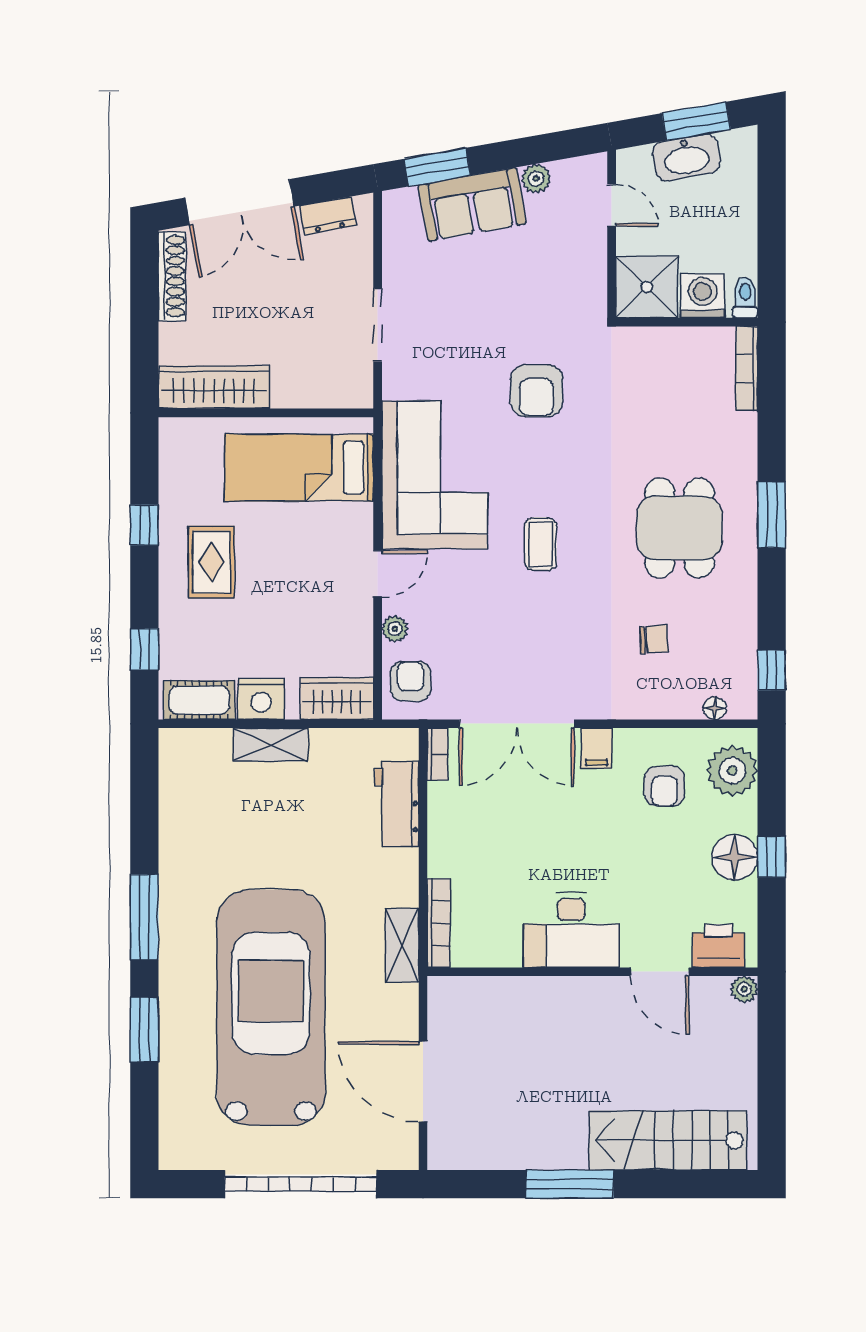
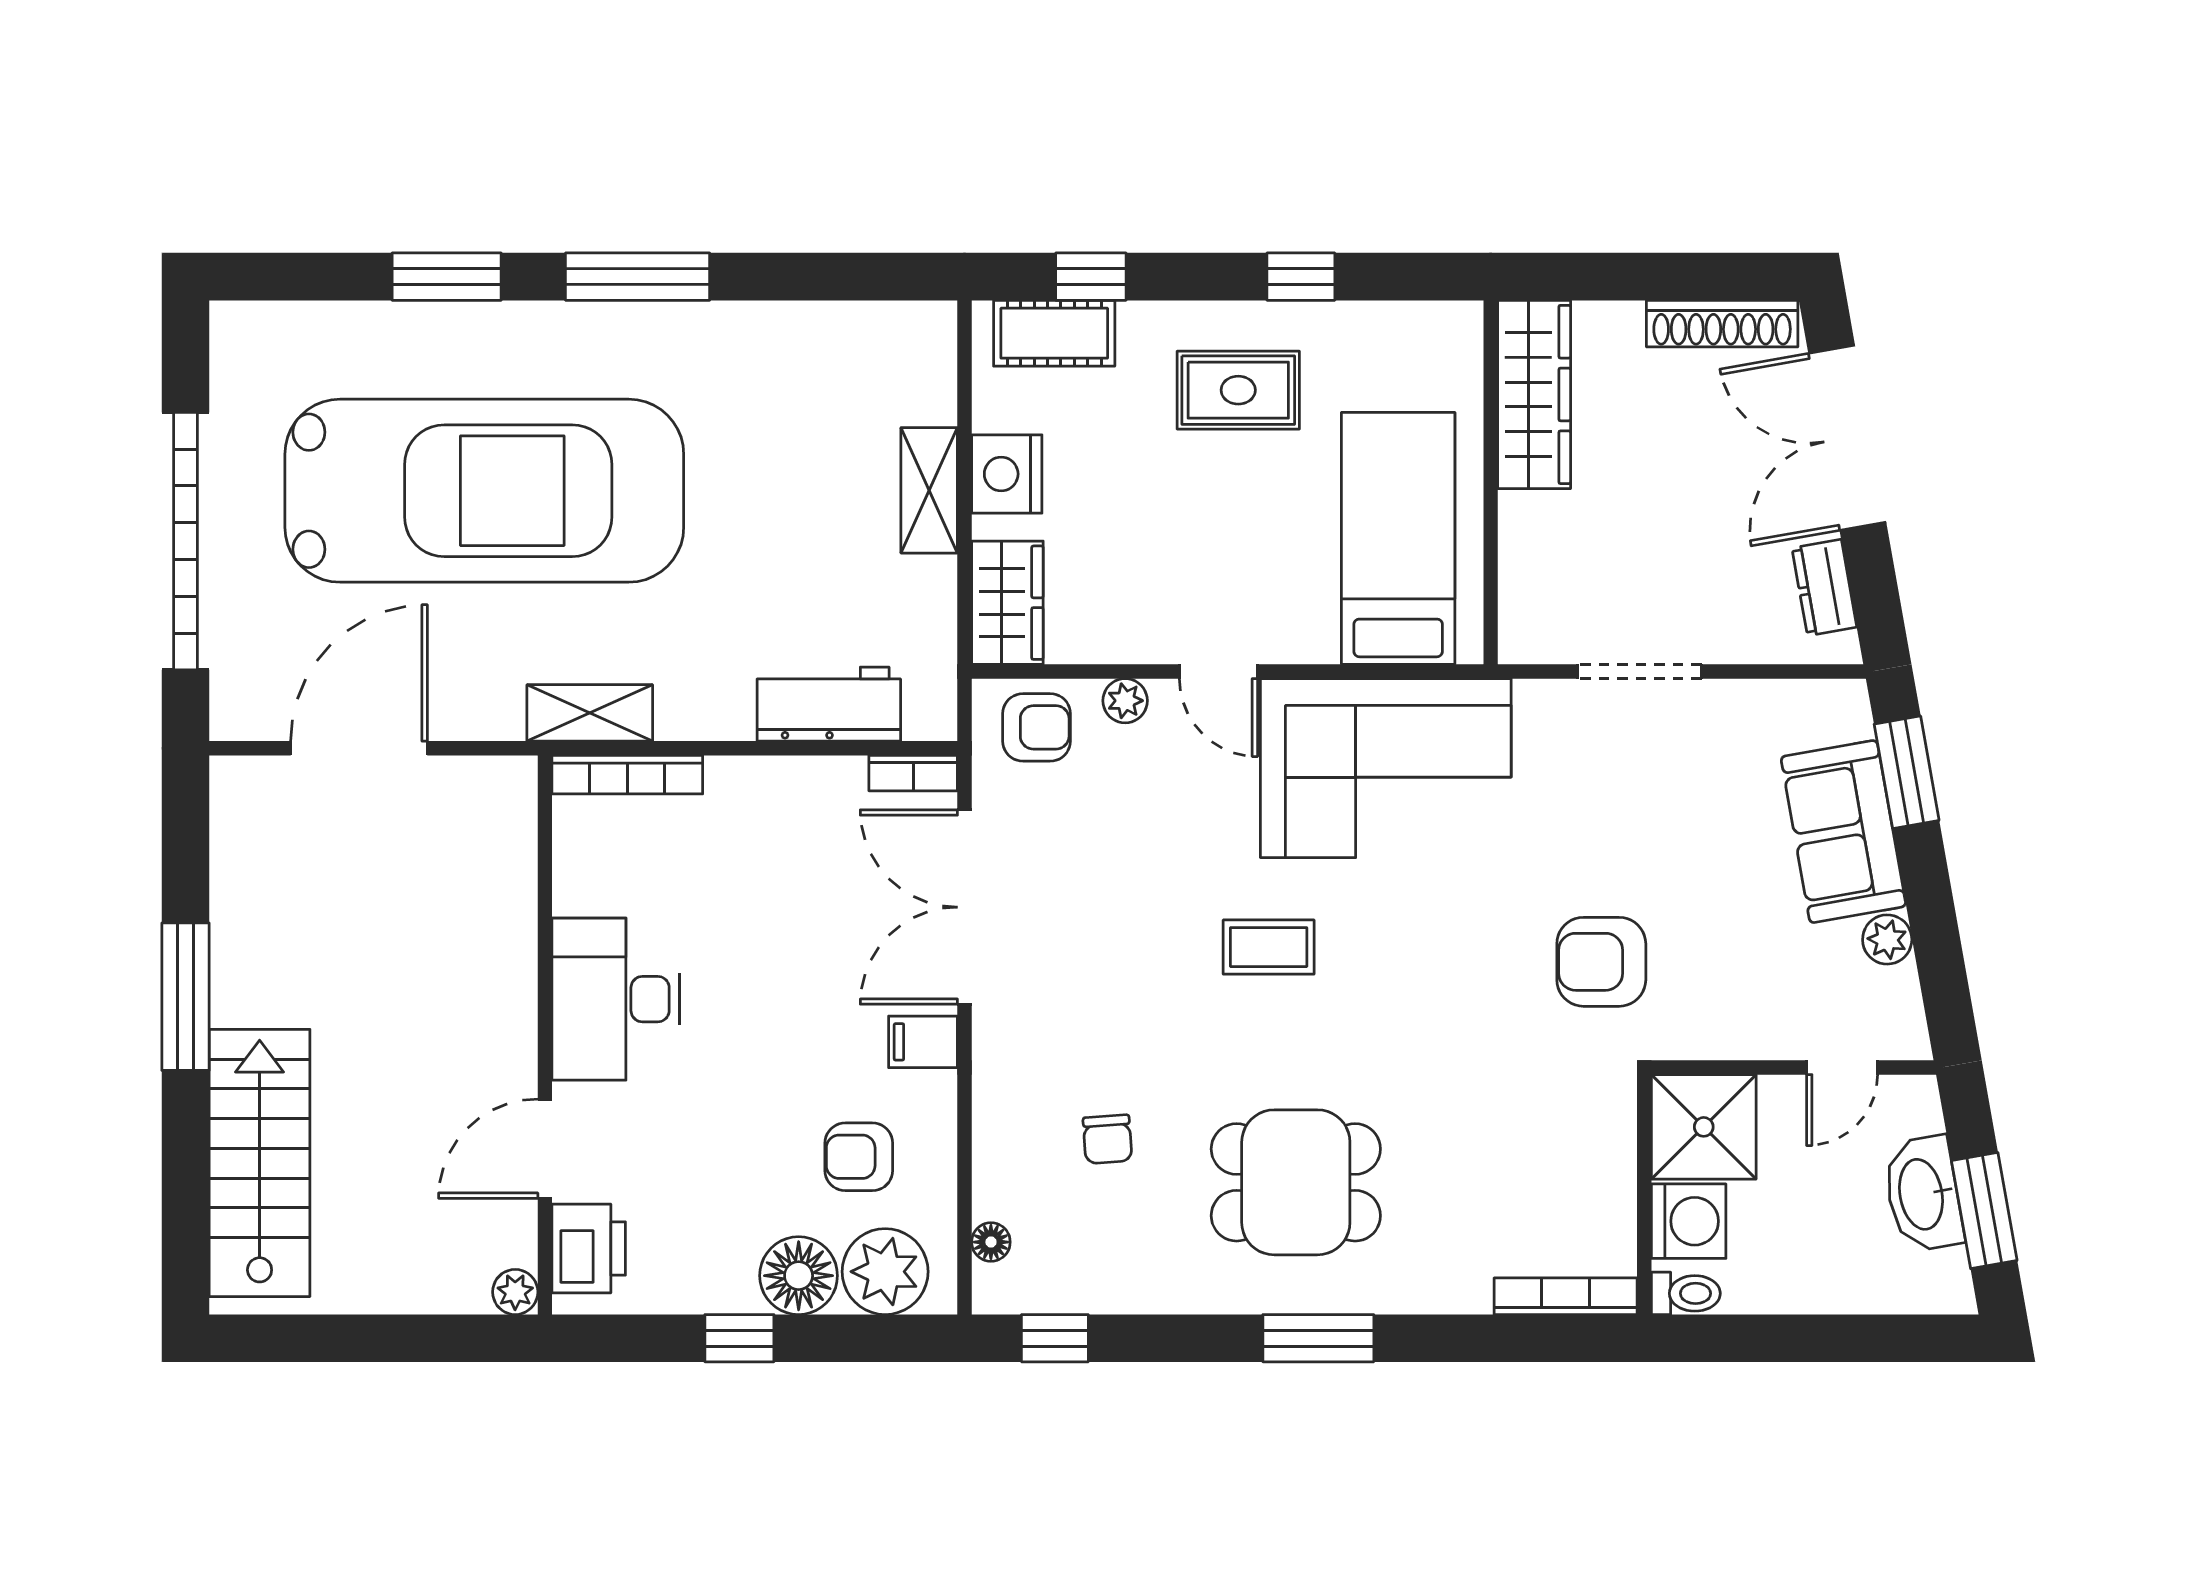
armchair: (537, 391) -> (1601, 962), moved
cot: (199, 700) -> (1054, 333), moved, turned 90
floor lamp: (735, 857) -> (799, 1276), moved

